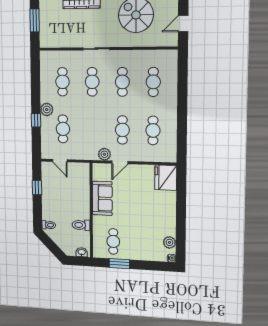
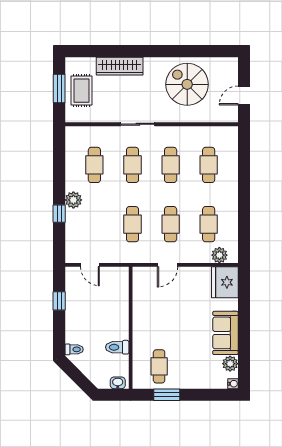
rug: (52, 22) -> (82, 91), added
cafe table: (63, 129) -> (132, 224), moved
plant: (104, 154) -> (219, 255), moved
sofa: (102, 198) -> (225, 333), moved, turned 180

